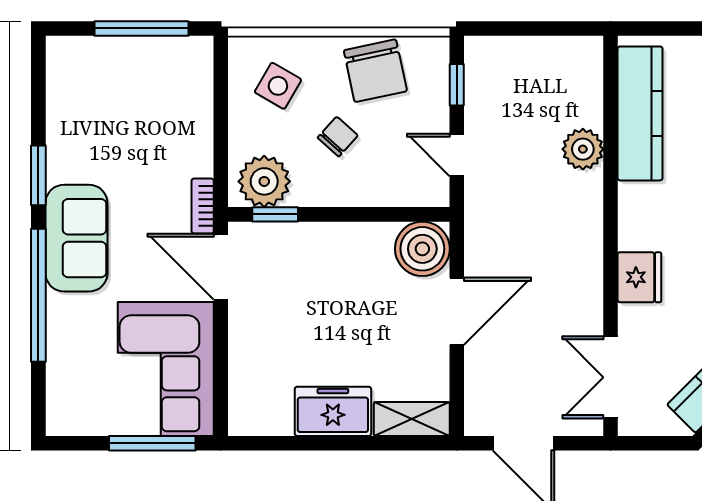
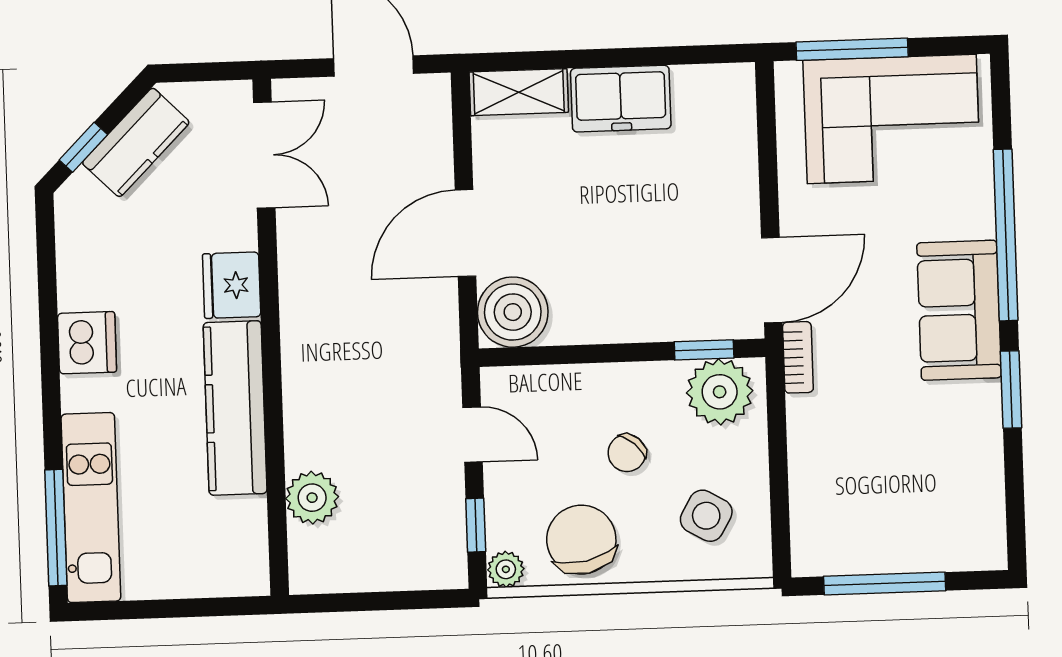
plant: (435, 50) -> (506, 569), added
kitchen counter: (640, 113) -> (235, 408), moved
plant: (583, 149) -> (312, 498), moved
door: (221, 267) -> (772, 280), hinge flipped
corner sofa: (166, 369) -> (892, 119), moved, turned 90

